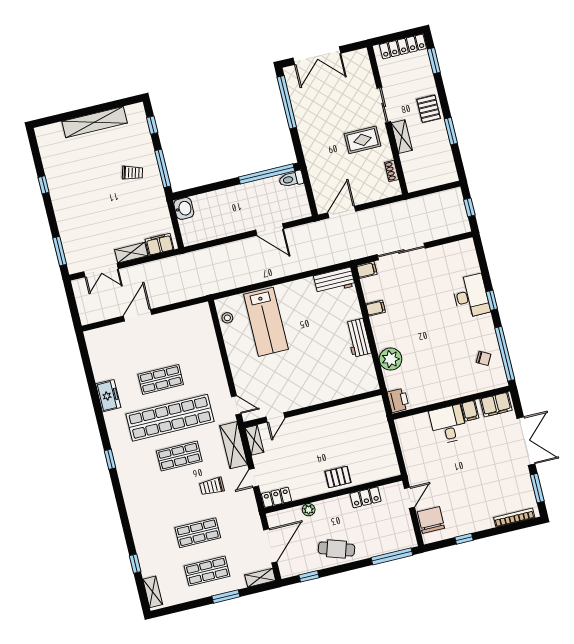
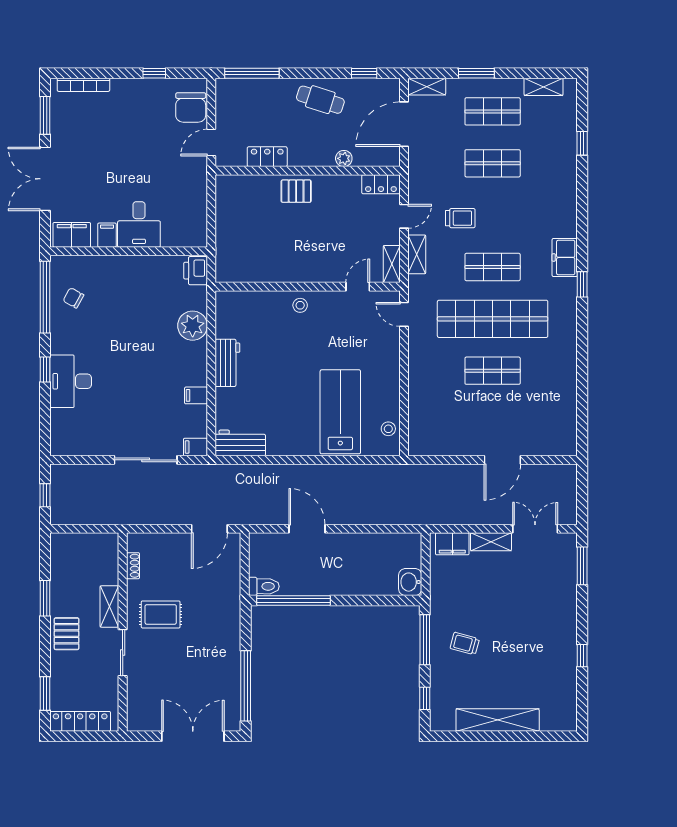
stool: (315, 393) -> (300, 305), added
freezer: (108, 396) -> (565, 257), moved
shelving: (234, 445) -> (417, 254), width x0.67, depth x0.75
shelving: (153, 592) -> (544, 87), moved, turned 90

